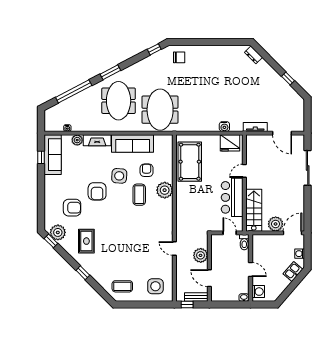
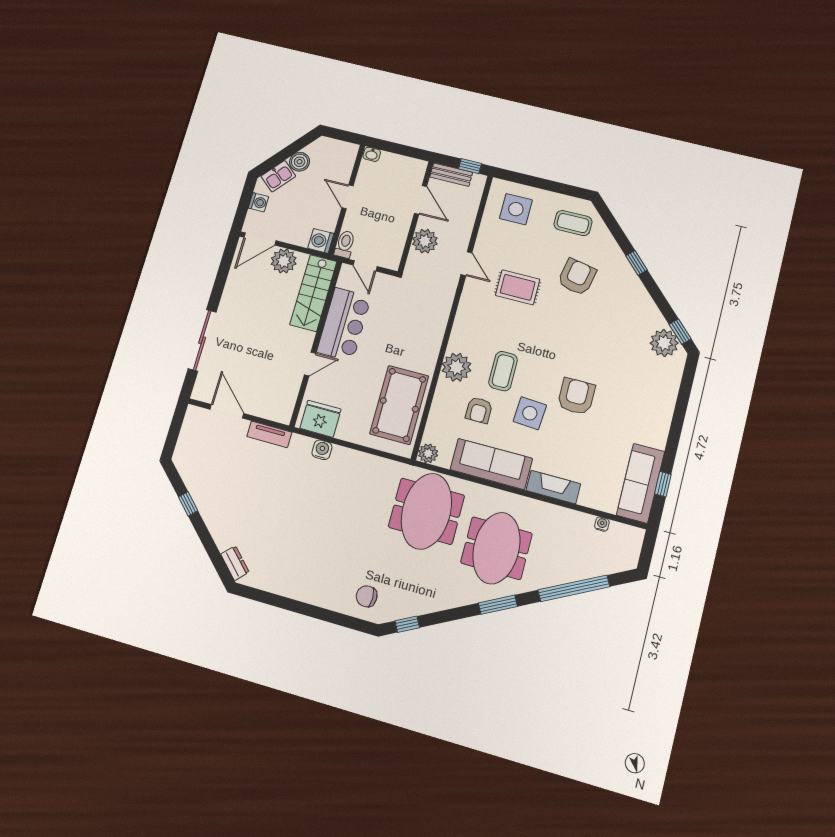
plant: (77, 140) -> (428, 453), moved
armchair: (72, 208) -> (577, 277), moved, turned 101
rug: (86, 241) -> (518, 287), moved, turned 90
boiler: (283, 283) -> (300, 162), added
washing machine: (258, 292) -> (321, 241), moved

